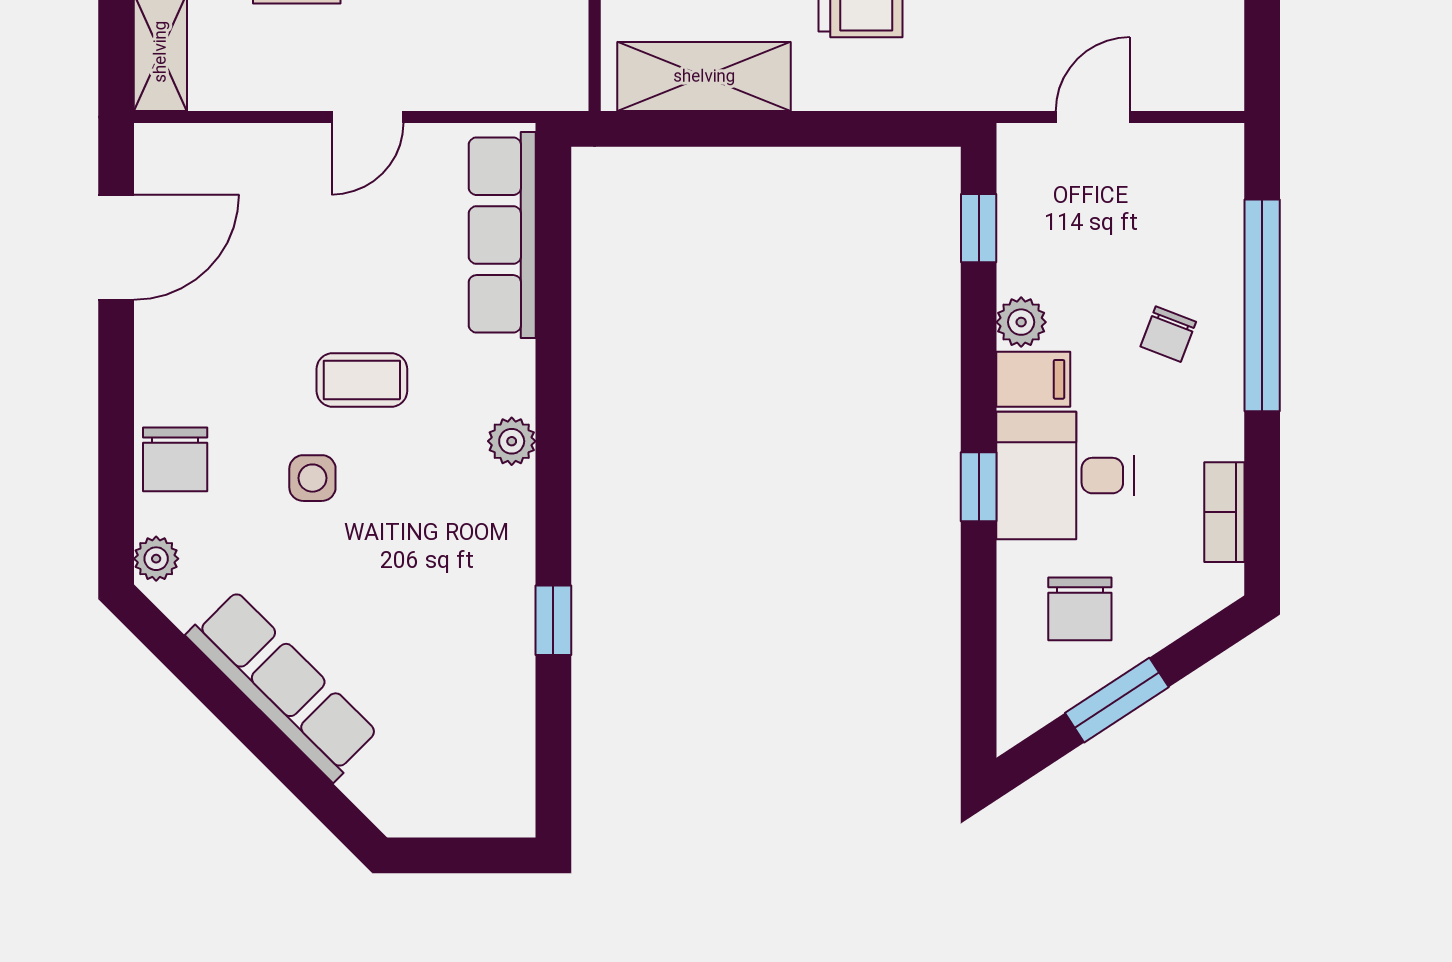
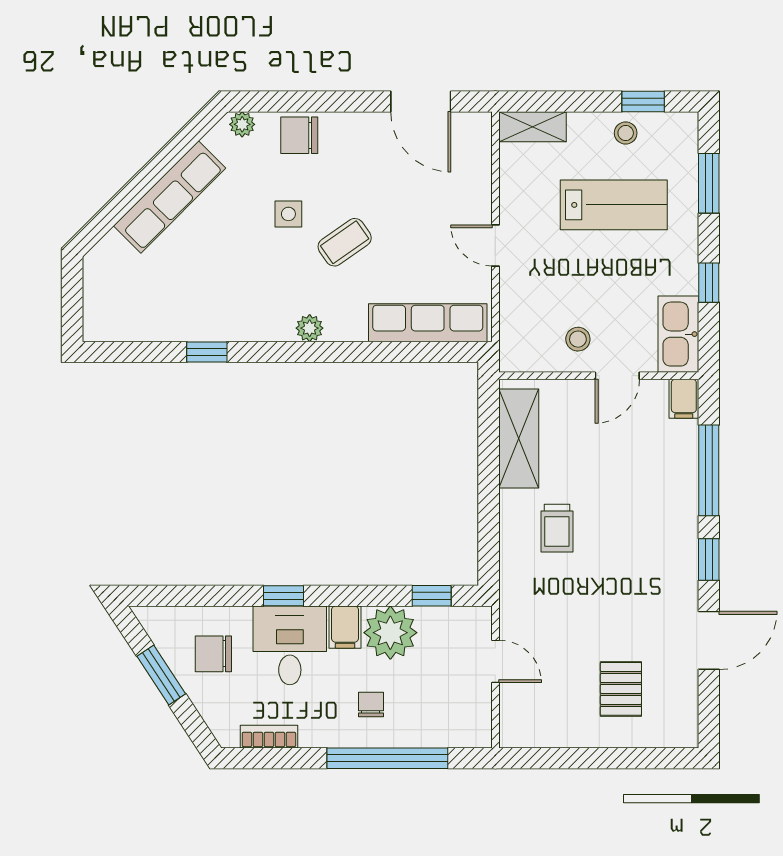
plant: (1021, 322) -> (390, 633), width x1.88, depth x1.88
chair: (1168, 334) -> (371, 705), turned 69
coffee table: (362, 380) -> (345, 242), turned 55

